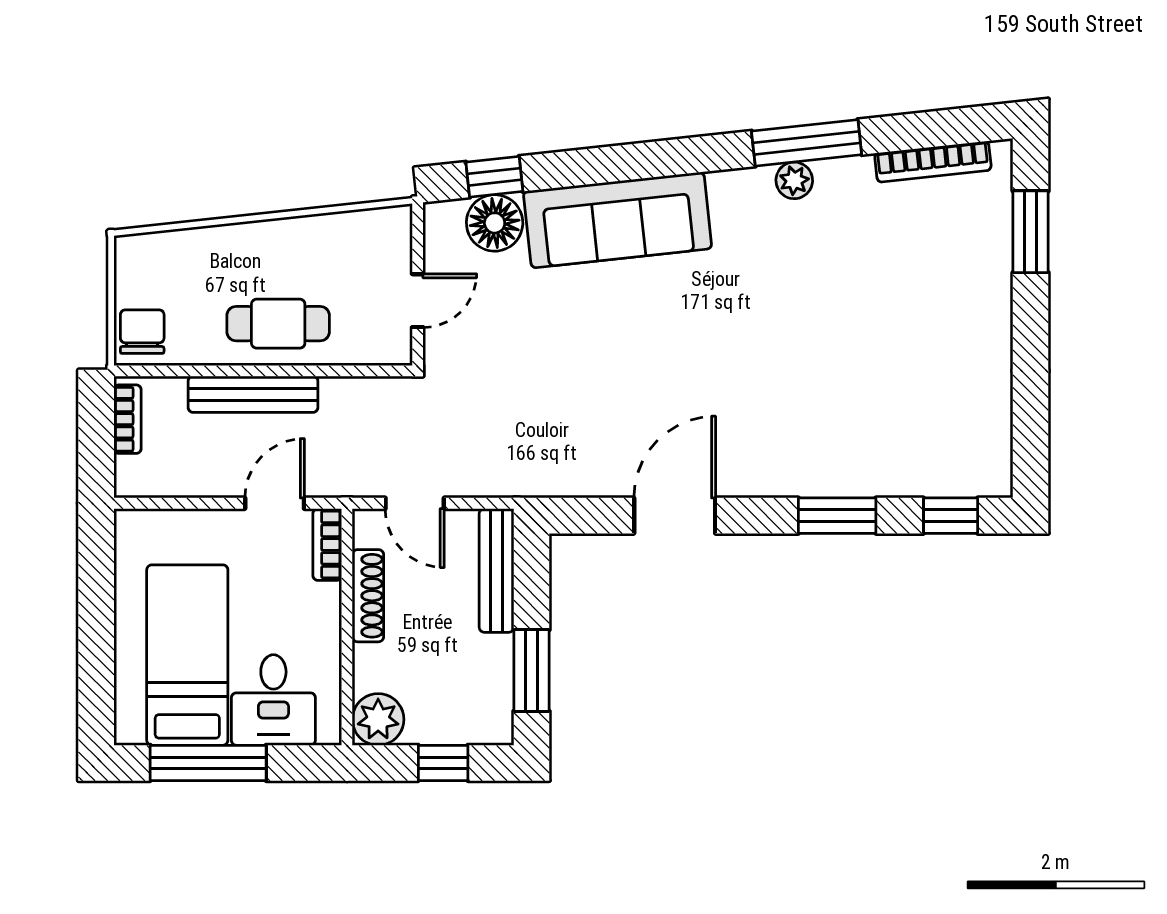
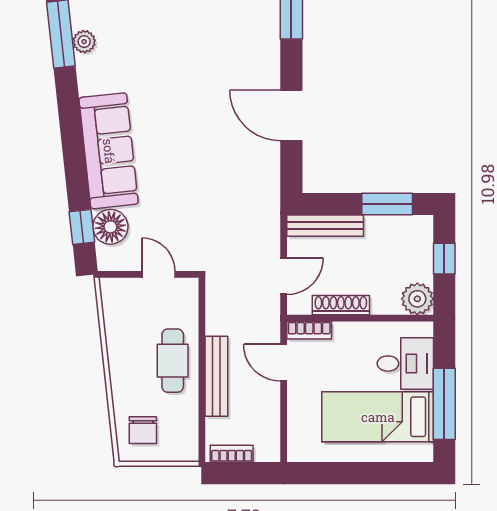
chair: (142, 332) -> (143, 430), moved, turned -90

